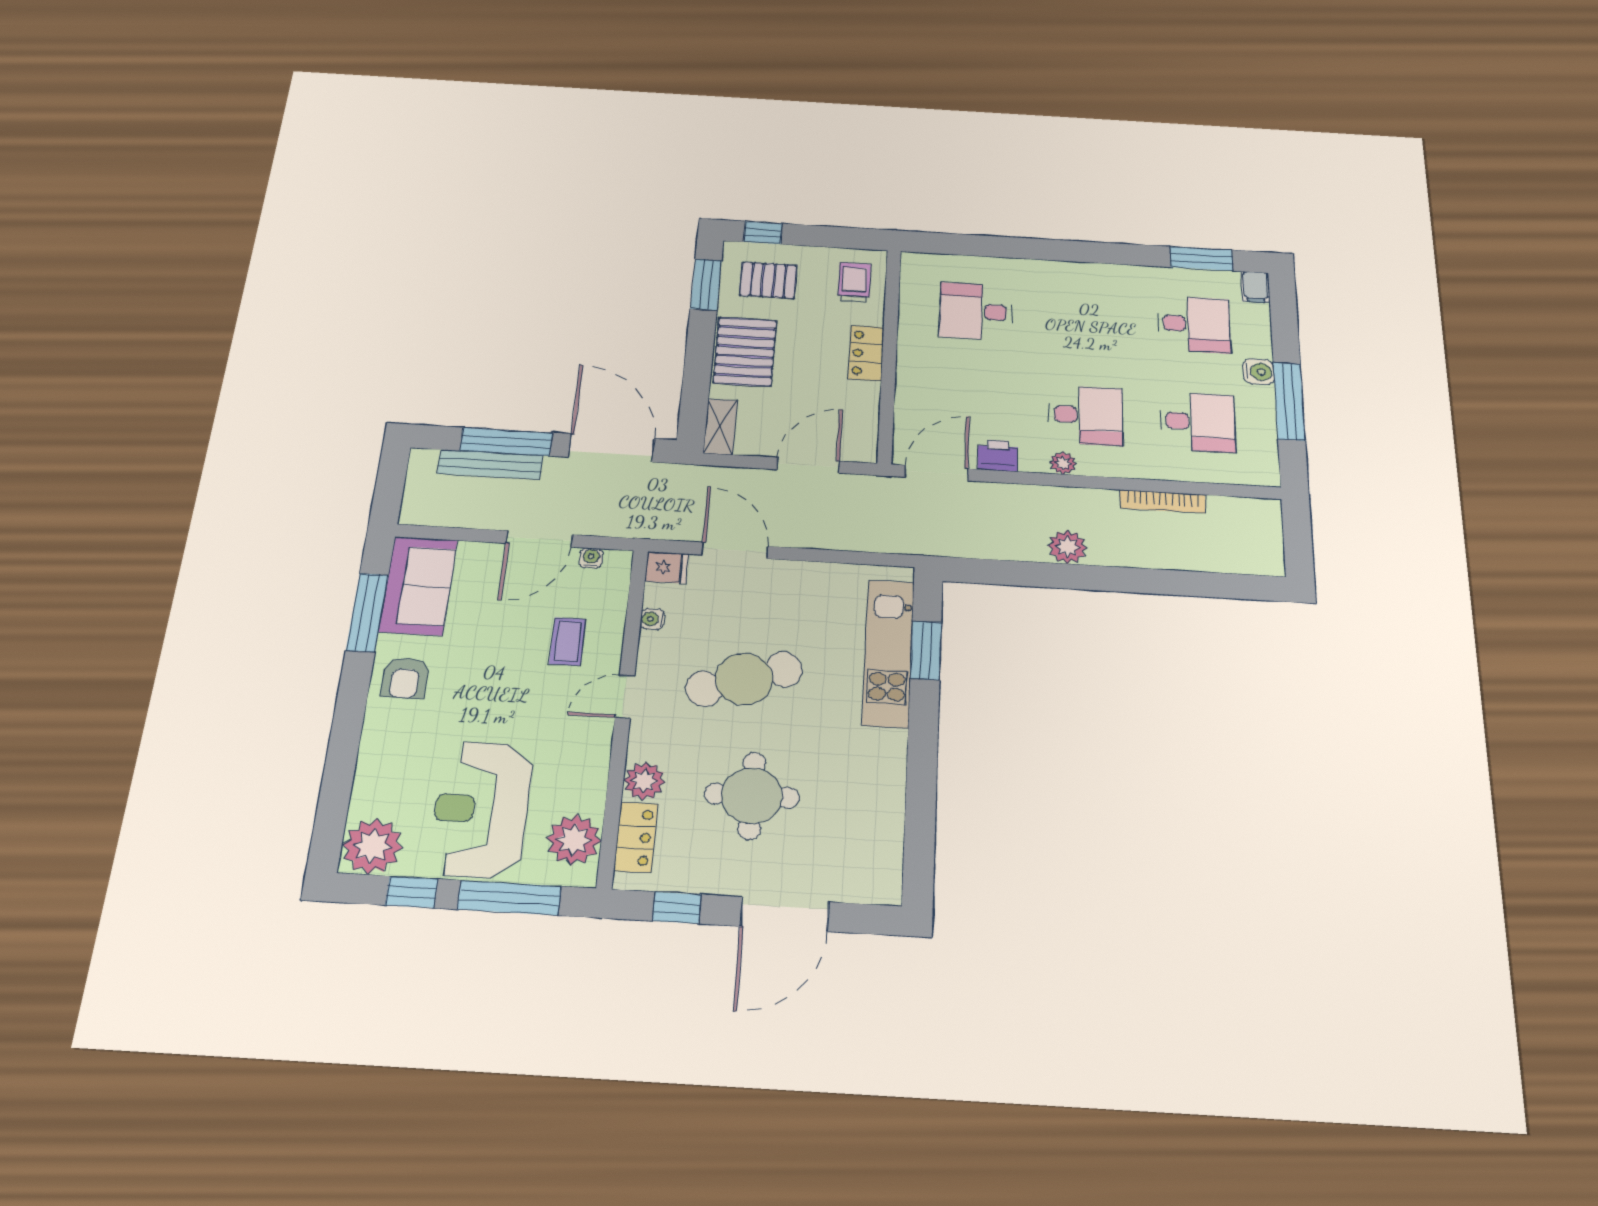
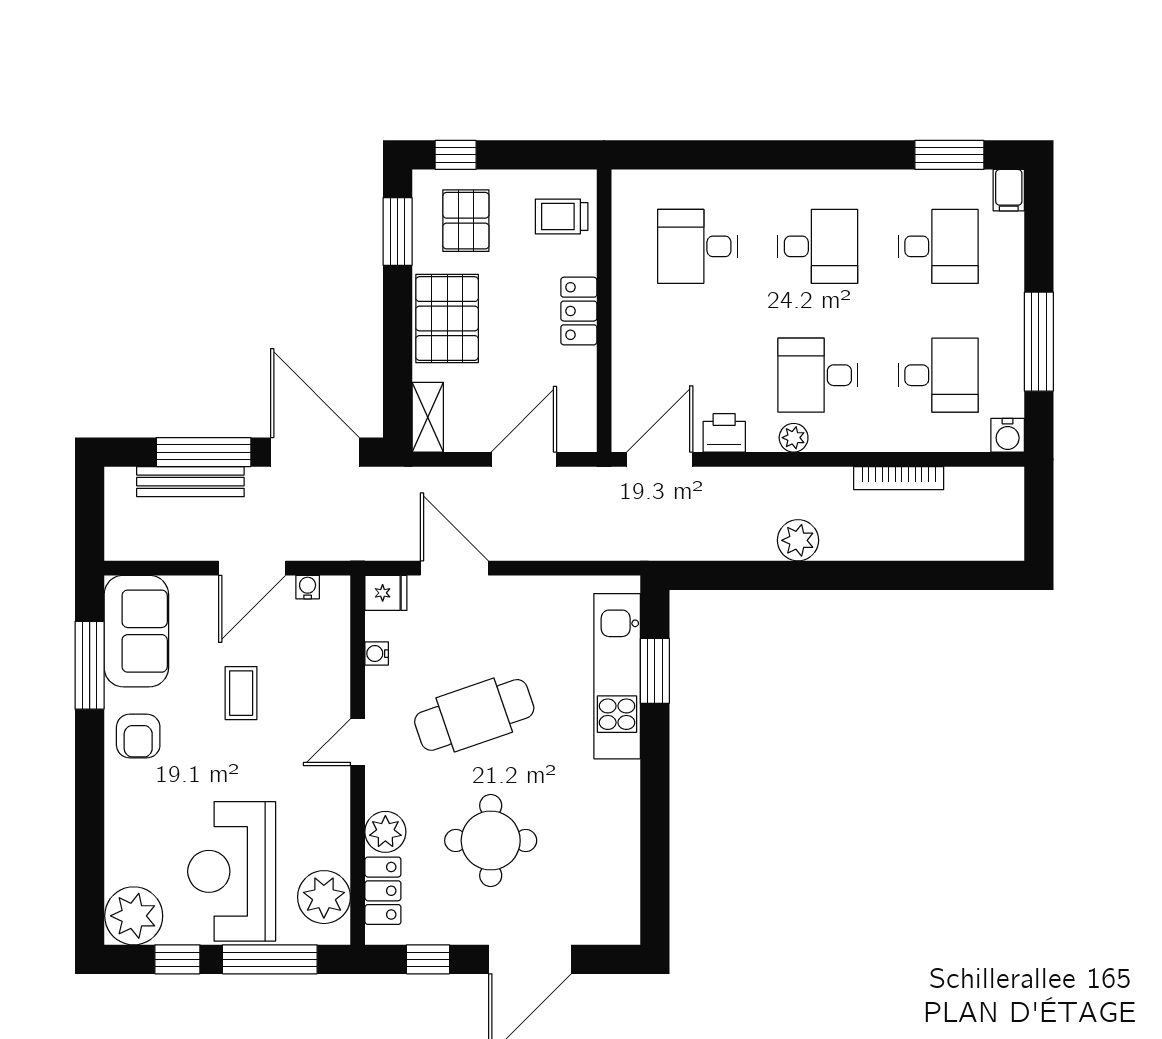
pallet: (768, 280) -> (466, 221), turned 90
trolley: (854, 282) -> (562, 217), turned -90
desk: (1085, 318) -> (818, 246), added
water cooler: (1259, 372) -> (1008, 435), moved, turned 90
desk: (1086, 415) -> (818, 375), turned 180
coffee table: (568, 642) -> (241, 693), moved

